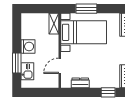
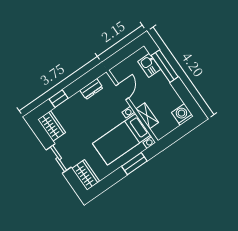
shelving: (54, 24) -> (147, 116), moved
washing machine: (28, 46) -> (182, 114), moved, turned 90
window: (17, 63) -> (165, 66), width x1.44

